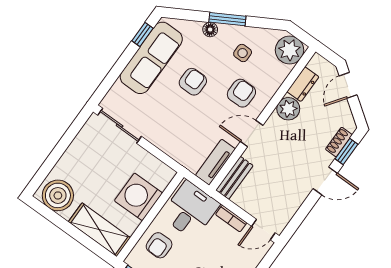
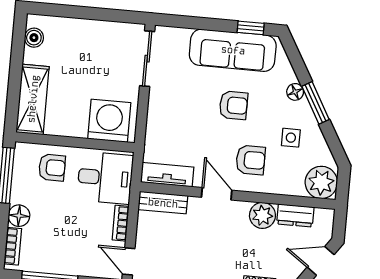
boiler: (58, 195) -> (34, 38), width x0.54, depth x0.54
washing machine: (138, 197) -> (109, 121), moved
armchair: (159, 245) -> (52, 168), turned 180

